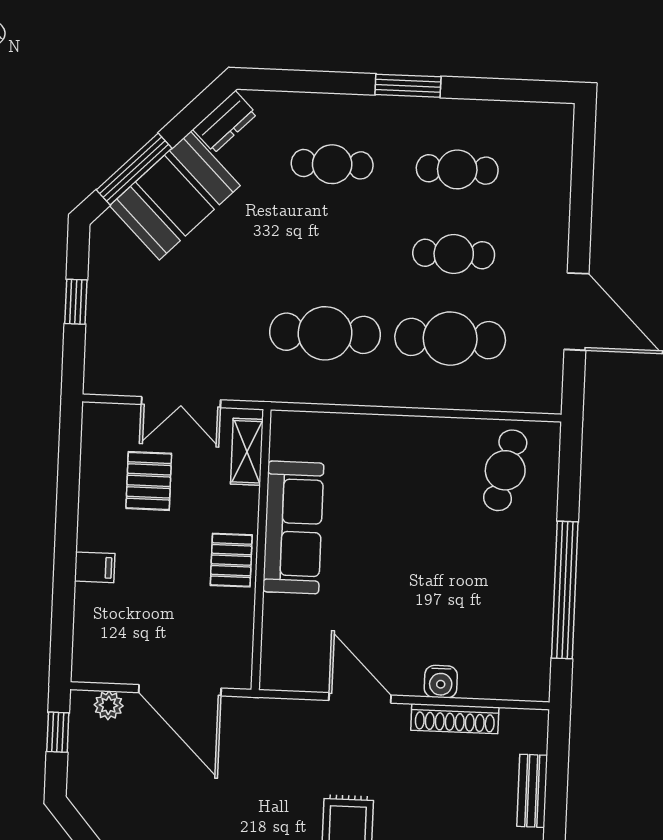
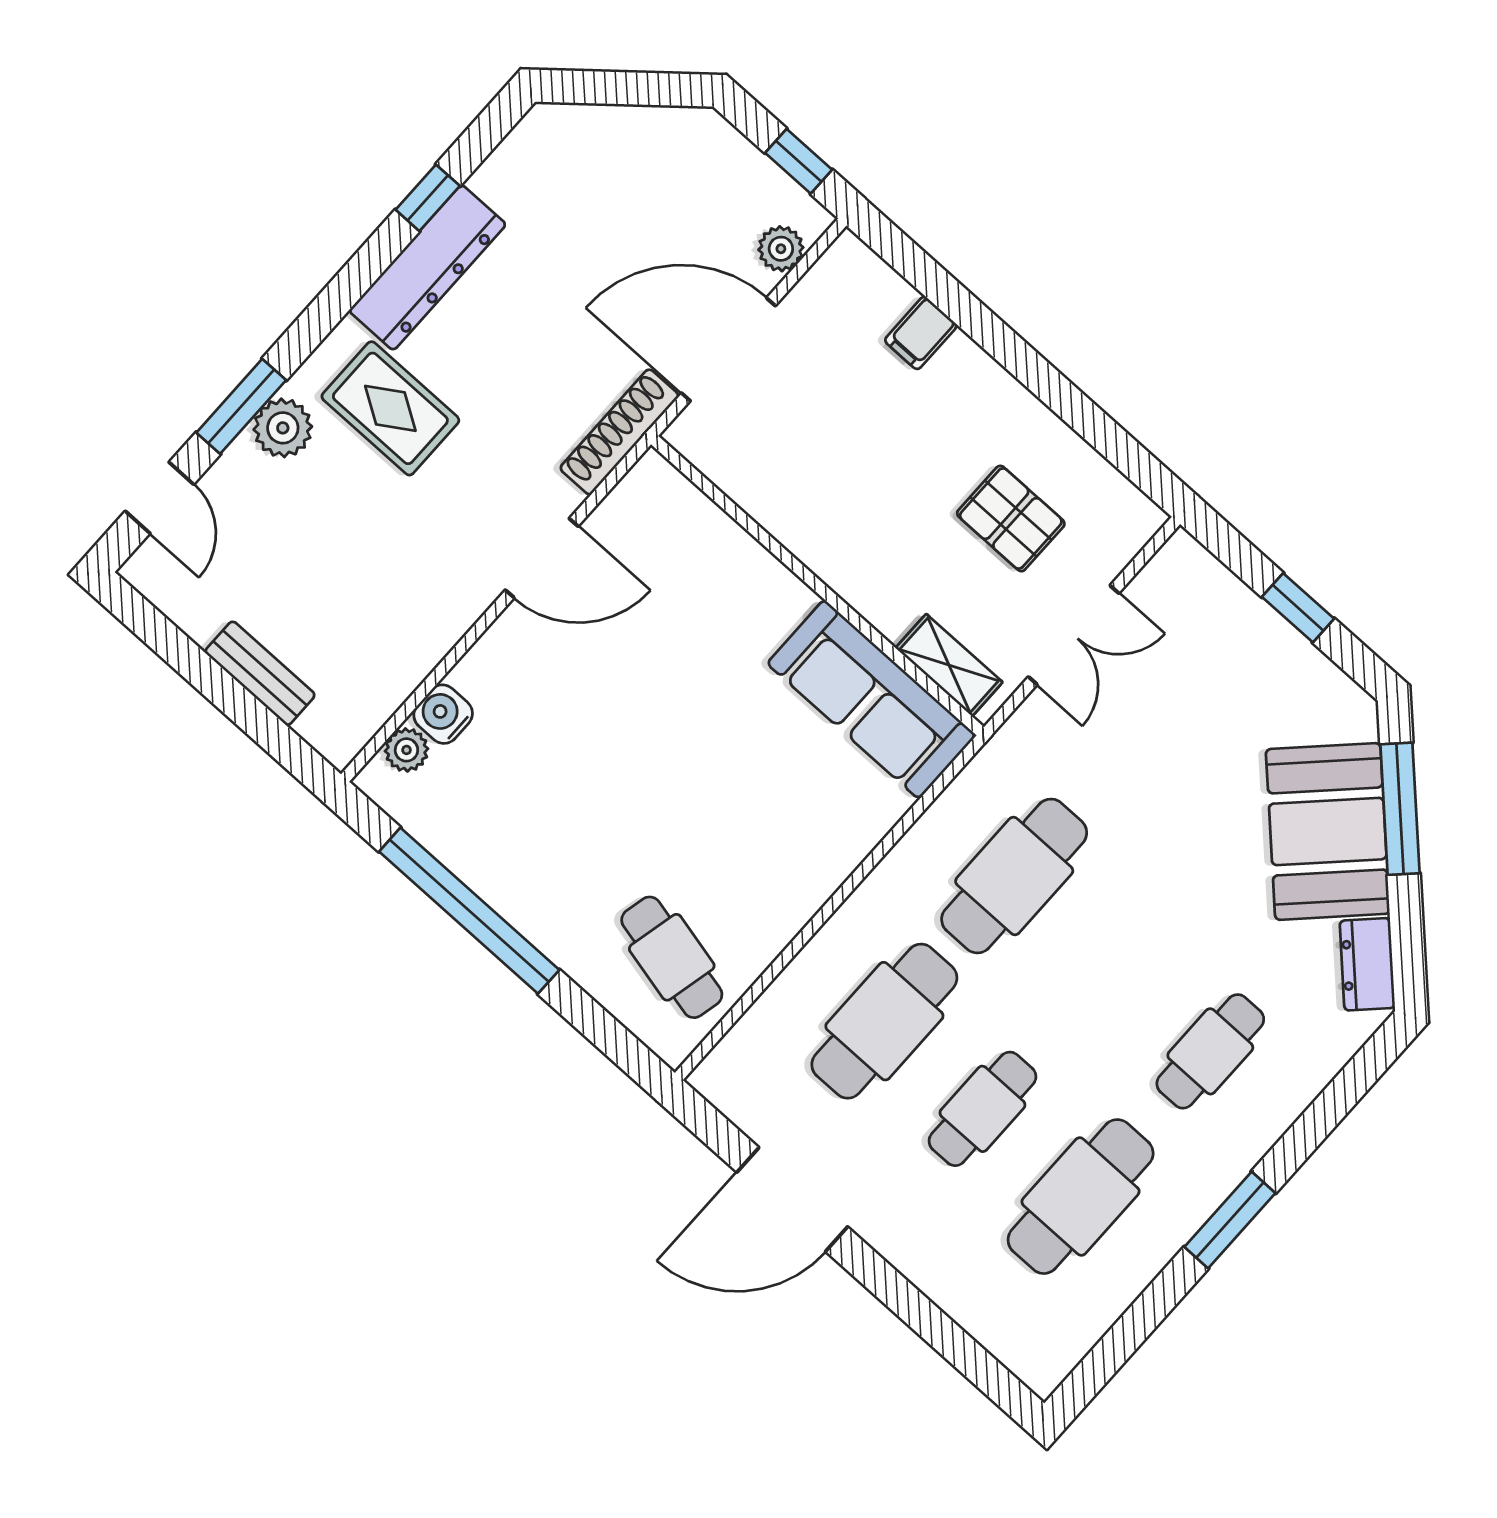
cafe table: (457, 169) -> (1081, 1197), width x1.37, depth x1.35
double door: (181, 402) -> (1074, 635), swing flipped
sofa: (293, 527) -> (871, 699), moved
pallet: (231, 560) -> (834, 539), removed
filing cabinet: (95, 567) -> (921, 333), moved
water cooler: (441, 682) -> (443, 714), moved
plant: (510, 687) -> (406, 750), added
shoe rack: (455, 719) -> (619, 432), moved

